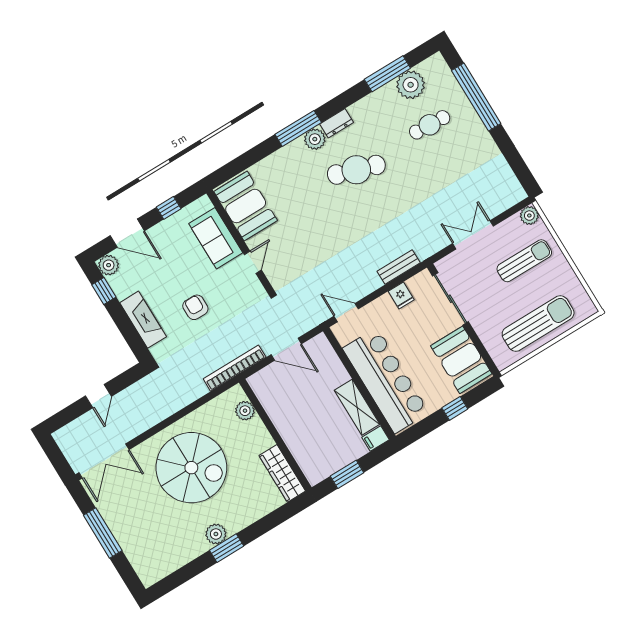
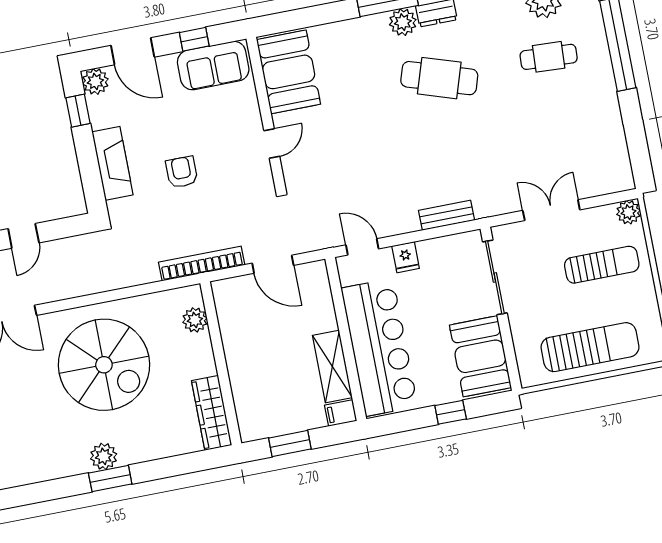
sofa: (216, 238) -> (213, 66), moved, turned -90
fridge: (401, 296) -> (406, 257), moved

